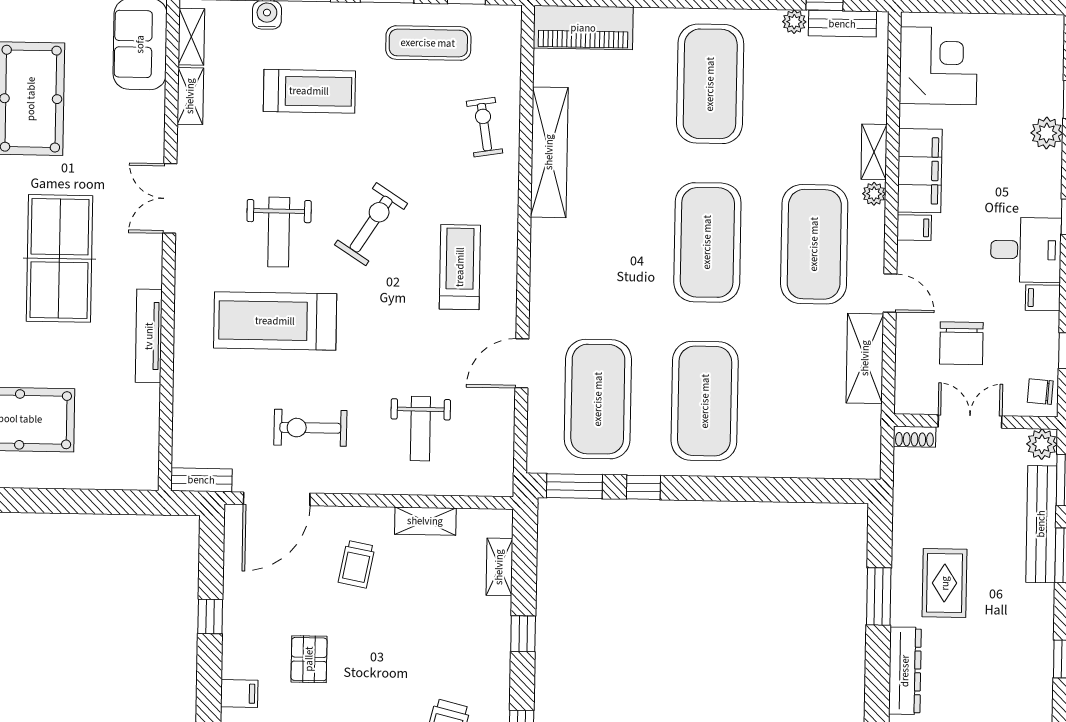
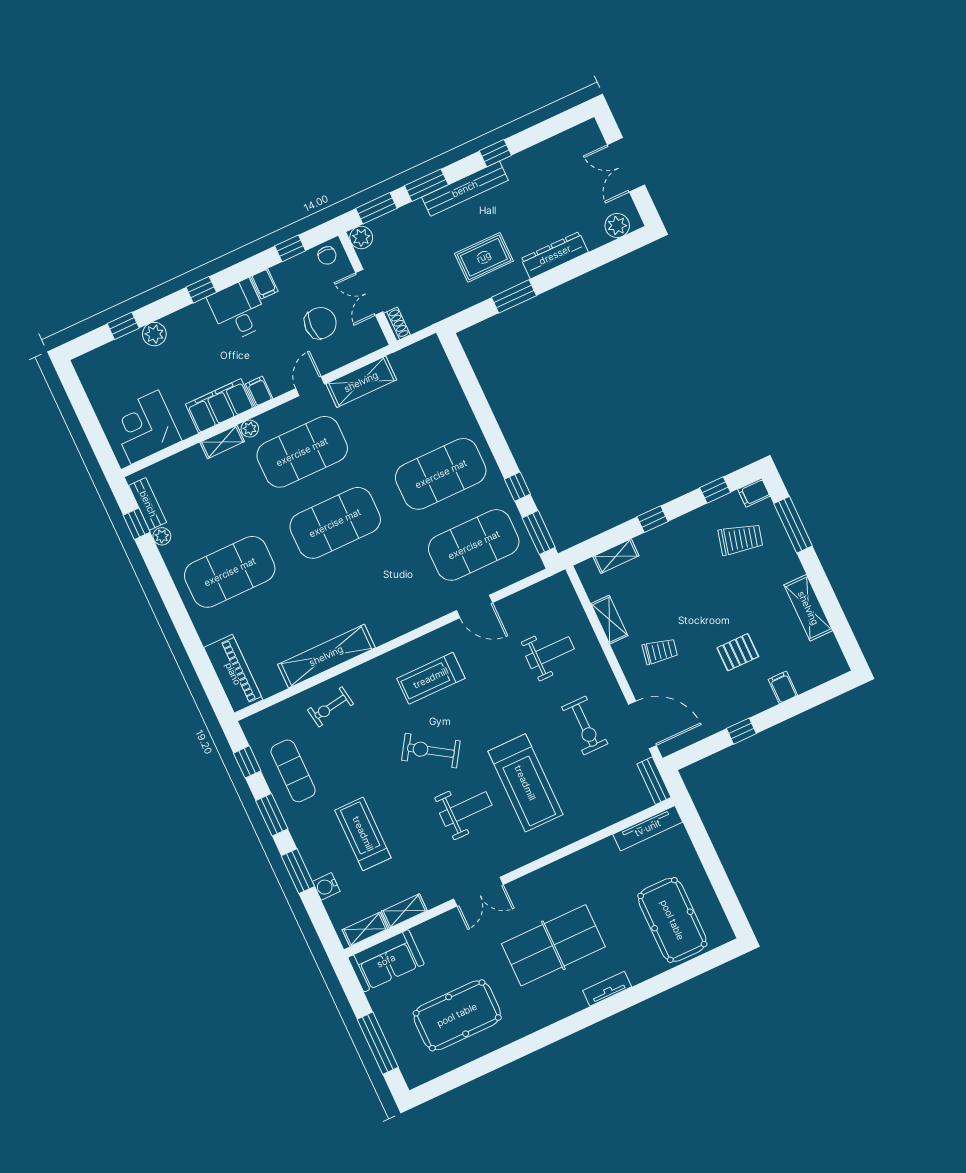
tv unit: (149, 336) -> (648, 828), moved
bench: (1041, 524) -> (465, 189), moved

